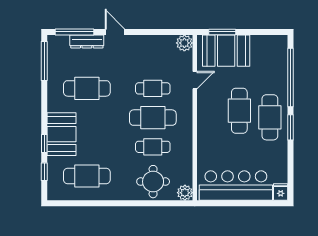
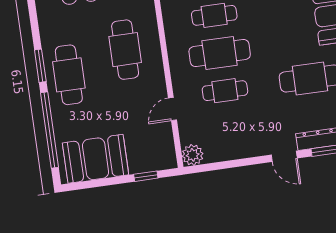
window: (222, 32) -> (146, 176), width x0.67
booth: (226, 51) -> (96, 159), moved
cafe table: (239, 111) -> (125, 50), moved

